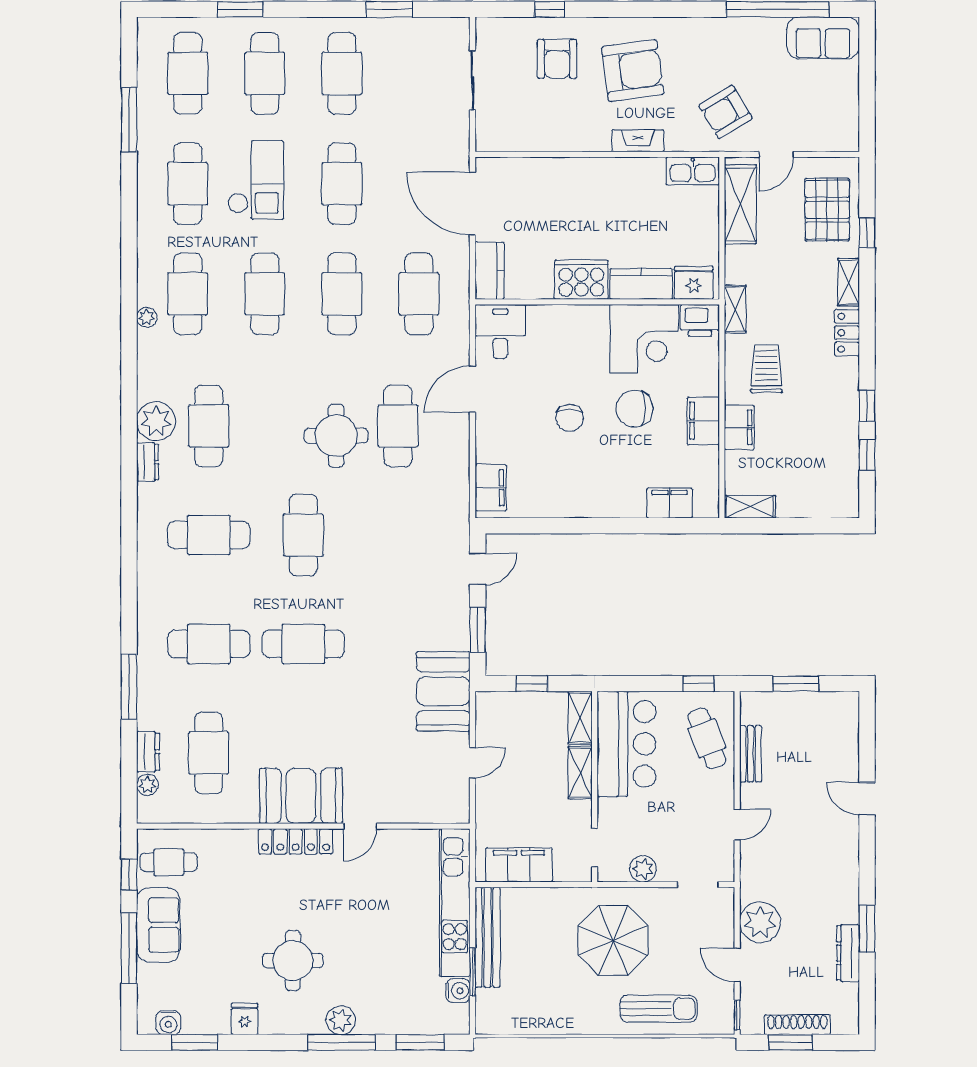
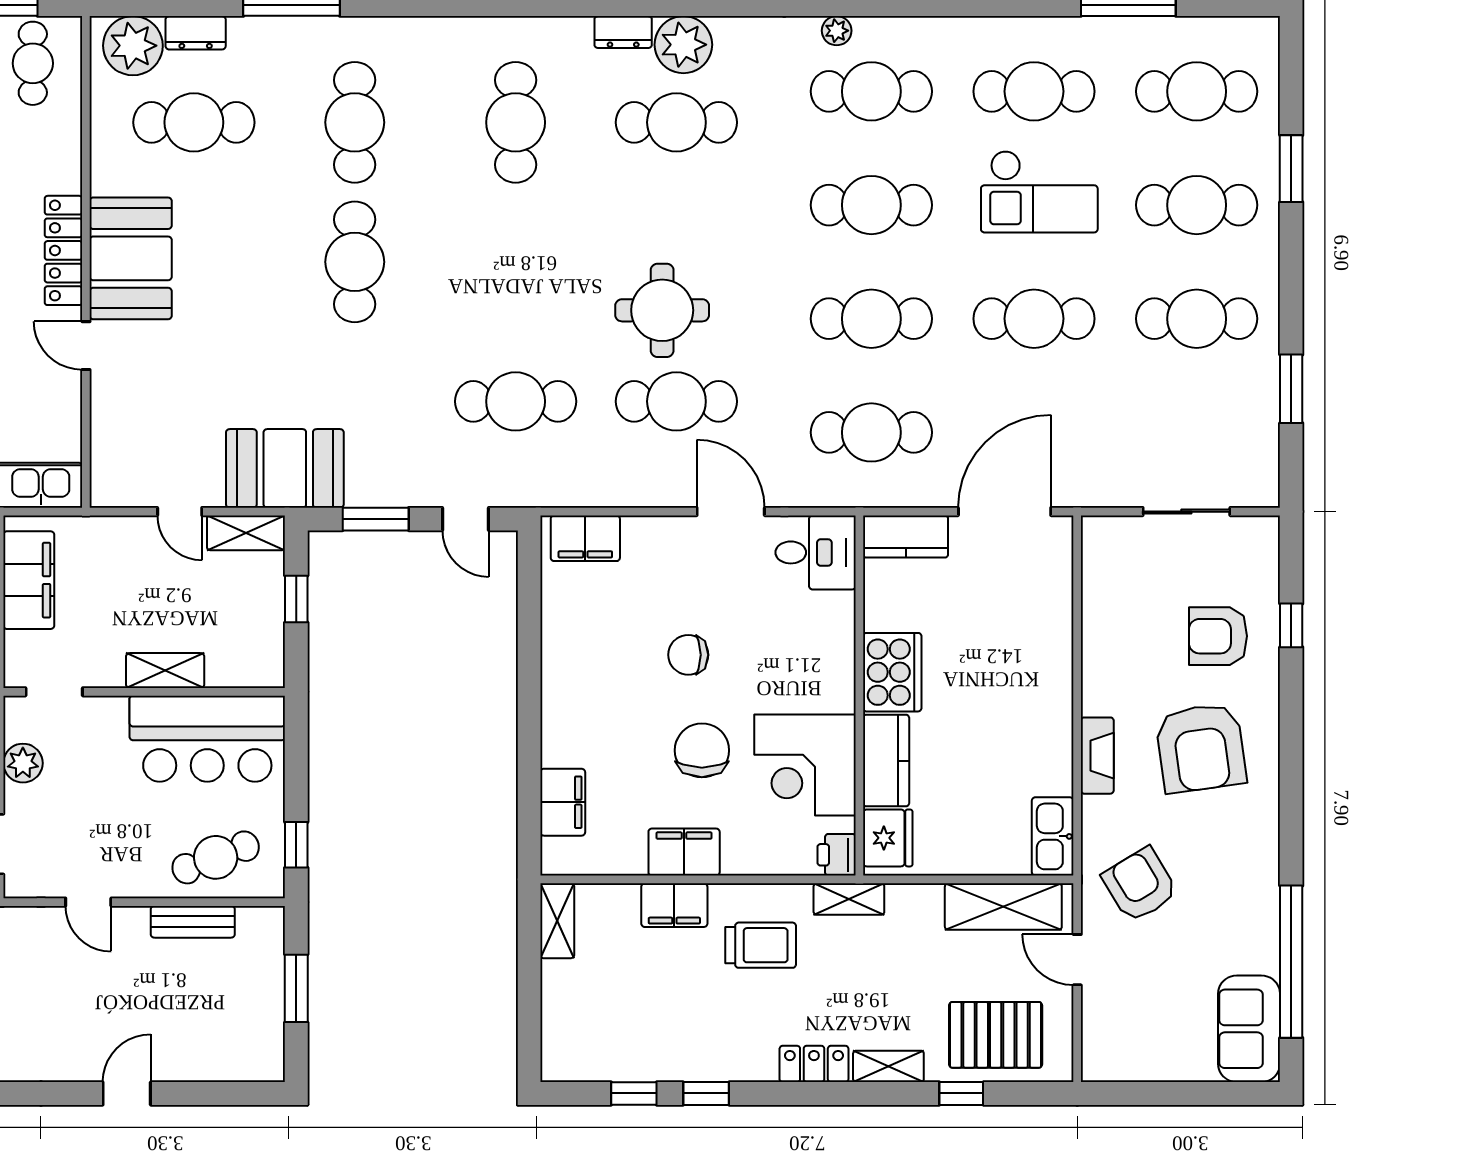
printer: (700, 321) -> (837, 855), width x0.73, depth x0.81
cafe table: (303, 535) -> (516, 401), moved
shelving: (580, 718) -> (246, 533), moved
plant: (147, 785) -> (133, 46), width x1.87, depth x1.87

